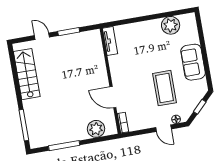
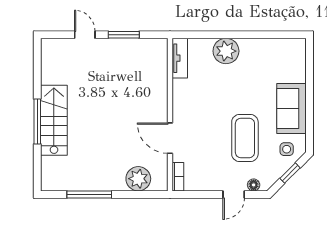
plant: (171, 25) -> (226, 51), moved
stairs: (27, 74) -> (54, 120), moved
side table: (194, 91) -> (287, 149), added
window: (24, 125) -> (37, 121), moved
door: (163, 128) -> (234, 194), hinge flipped

